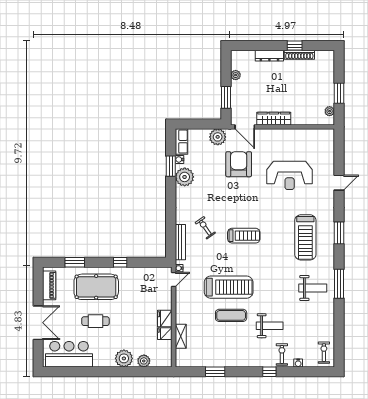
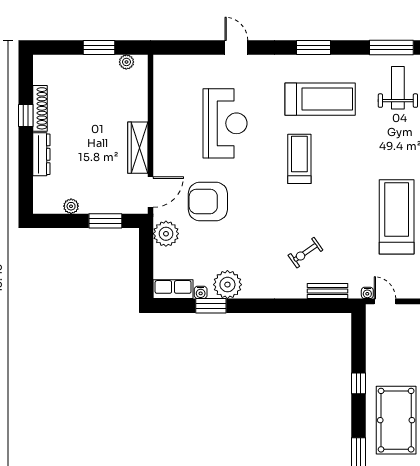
treadmill: (244, 236) -> (299, 159), moved
bench: (180, 242) -> (328, 291), width x0.73

